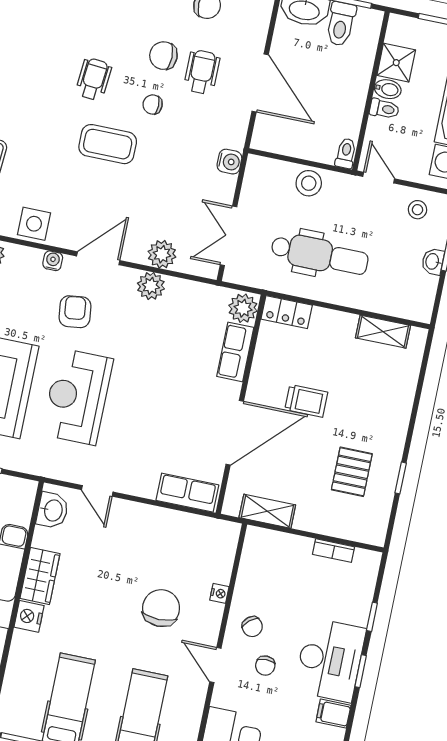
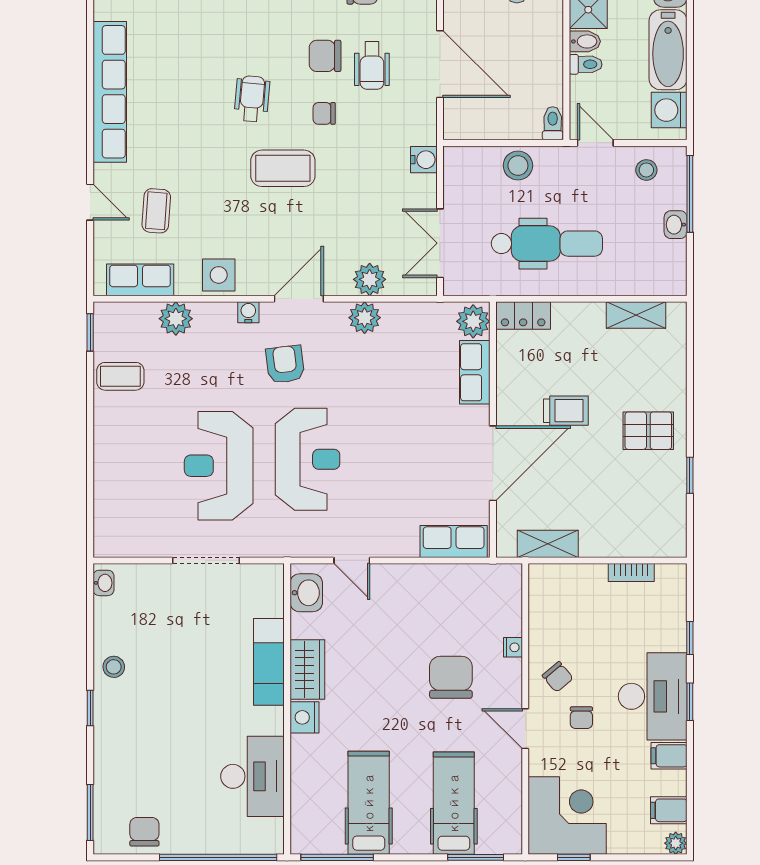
wheelchair: (202, 72) -> (372, 66), turned 180
reception desk: (77, 397) -> (308, 459), turned 180
pallet: (352, 472) -> (648, 431), moved, turned 90

